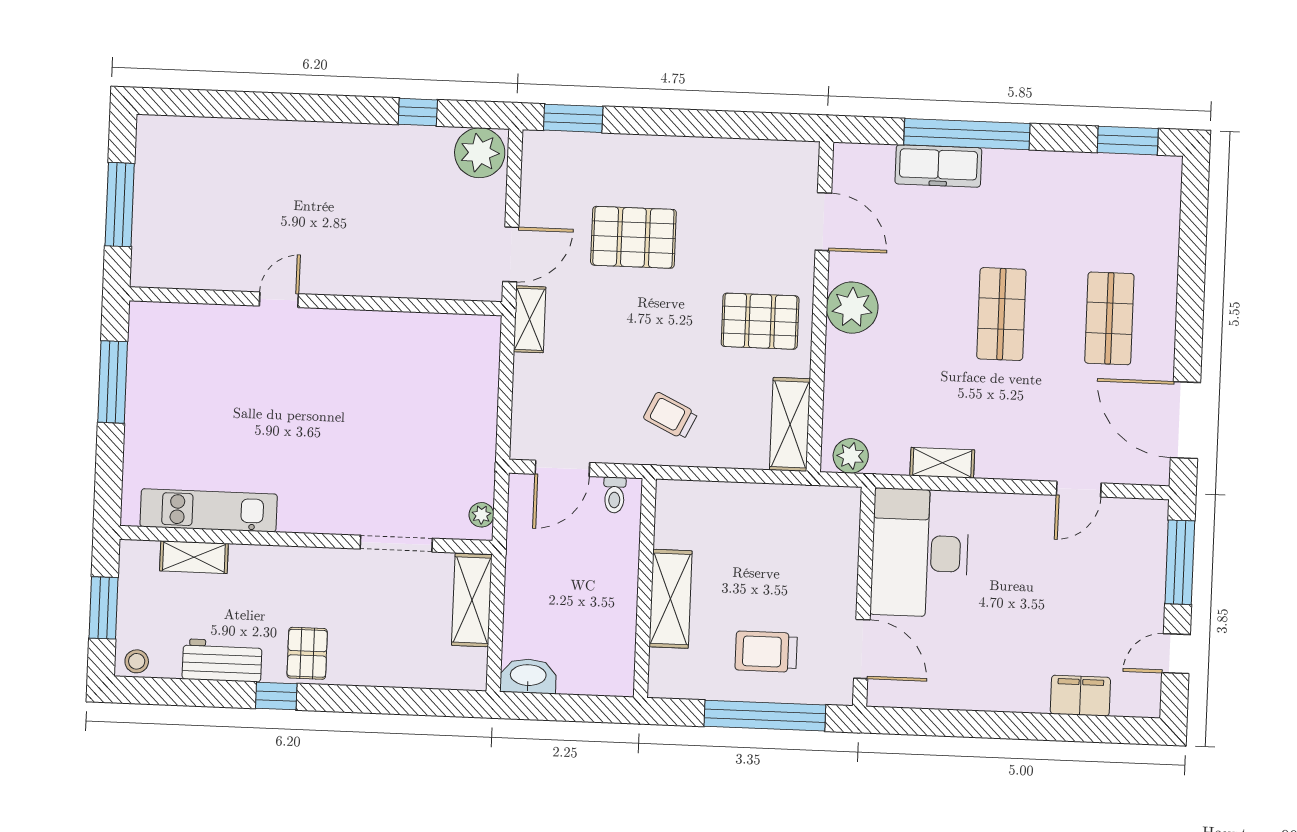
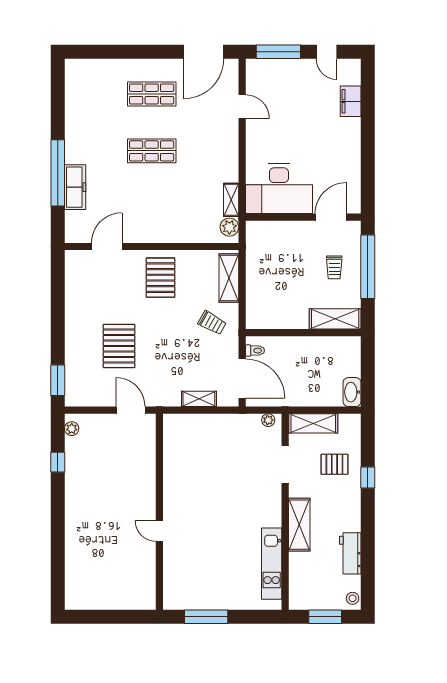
window: (1128, 141) -> (58, 88), removed
plant: (480, 153) -> (72, 429), width x0.53, depth x0.53
window: (120, 205) -> (113, 617), removed
plant: (852, 308) -> (151, 229), removed
shelving: (530, 319) -> (199, 399), moved
trolley: (670, 416) -> (212, 323), turned -87
shelving: (790, 424) -> (229, 278), moved, turned 90
shelving: (942, 463) -> (231, 200), moved
door: (562, 468) -> (242, 379), width x1.36
shelving: (194, 557) -> (299, 525), moved, width x1.50, depth x1.33
shelving: (671, 599) -> (335, 319), moved
trolley: (766, 652) -> (334, 267), width x0.73, depth x0.72
pallet: (307, 653) -> (334, 464), moved
window: (276, 696) -> (368, 477), moved

